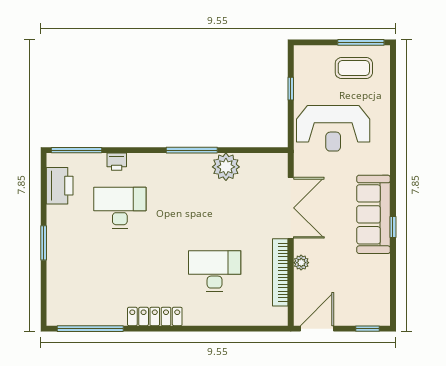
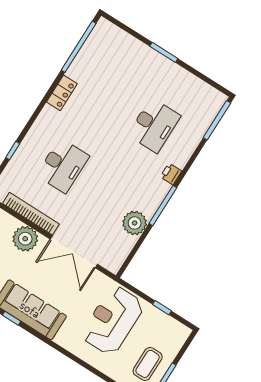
printer: (117, 162) -> (171, 174), moved
printer: (60, 186) -> (199, 91), removed
plant: (301, 263) -> (25, 239), width x1.87, depth x1.87
locker: (155, 316) -> (62, 93), width x0.66
window: (231, 329) -> (13, 151), added

